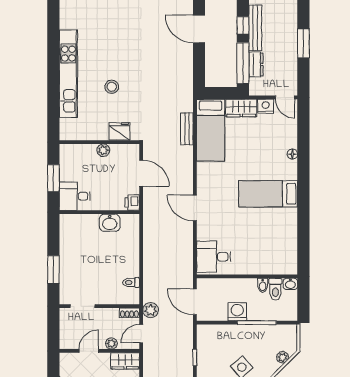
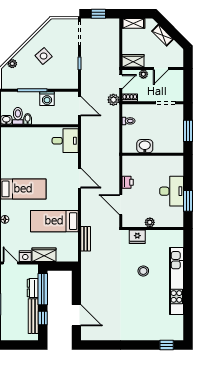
bed: (211, 130) -> (54, 221), moved, turned -90
desk: (75, 196) -> (172, 191), width x1.37
wall: (99, 212) -> (153, 154), moved
washbasin: (110, 223) -> (145, 146), moved

